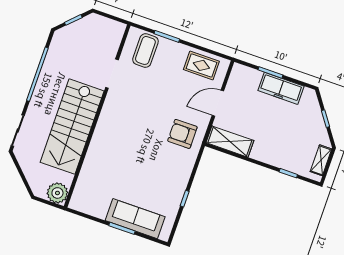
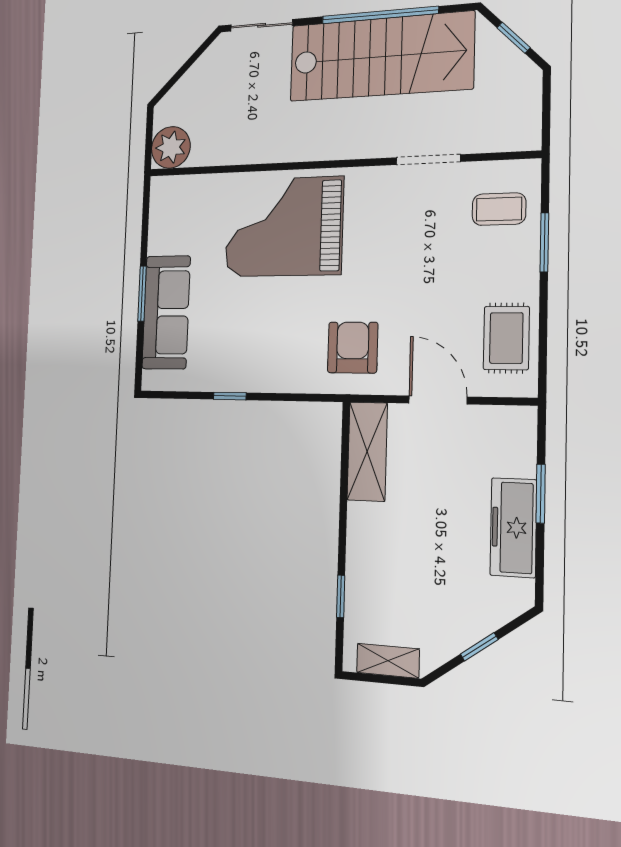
coffee table: (145, 50) -> (499, 209), width x0.73, depth x0.77
stairs: (72, 127) -> (381, 57), moved, turned 180
grand piano: (117, 149) -> (284, 227), added

